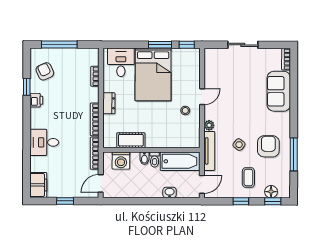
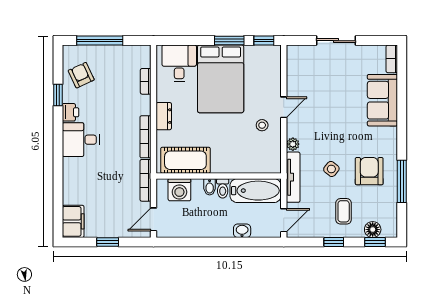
cot: (131, 140) -> (185, 160), width x1.37, depth x1.34
desk: (44, 142) -> (81, 140), moved

